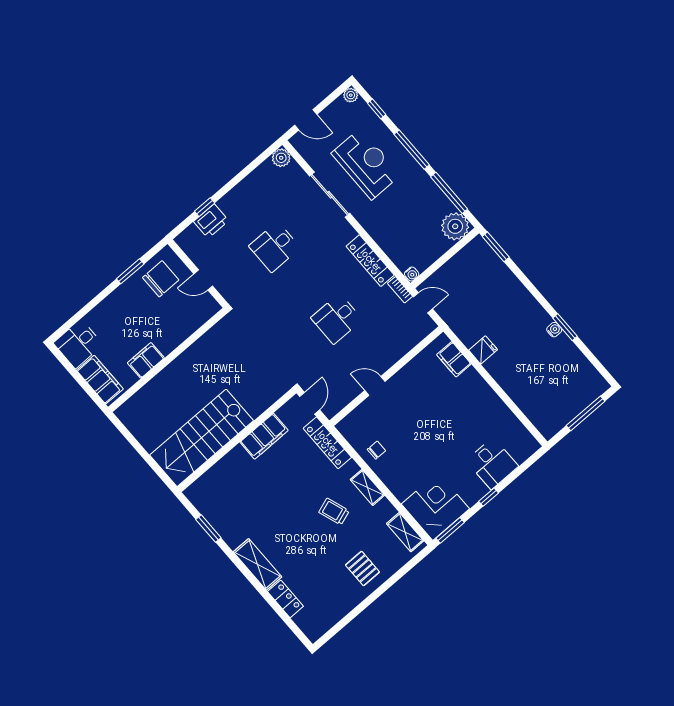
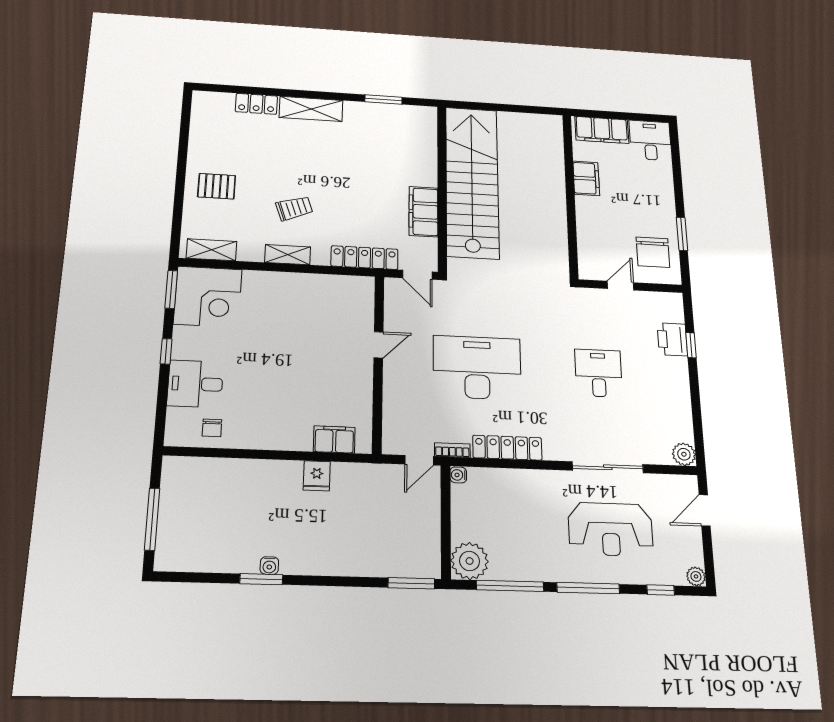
desk: (337, 319) -> (477, 368), width x1.87, depth x1.30
stairs: (202, 438) -> (472, 182), width x1.36
chair: (376, 450) -> (212, 428), moved

